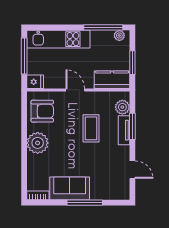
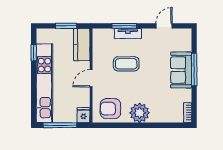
window: (103, 27) -> (34, 53), width x0.46
plant: (119, 36) -> (41, 38), removed
kitchen unit: (58, 39) -> (44, 83), width x1.36
plant: (122, 107) -> (107, 35), removed
armchair: (42, 111) -> (110, 109), turned -90
sofa: (70, 188) -> (181, 70), moved

